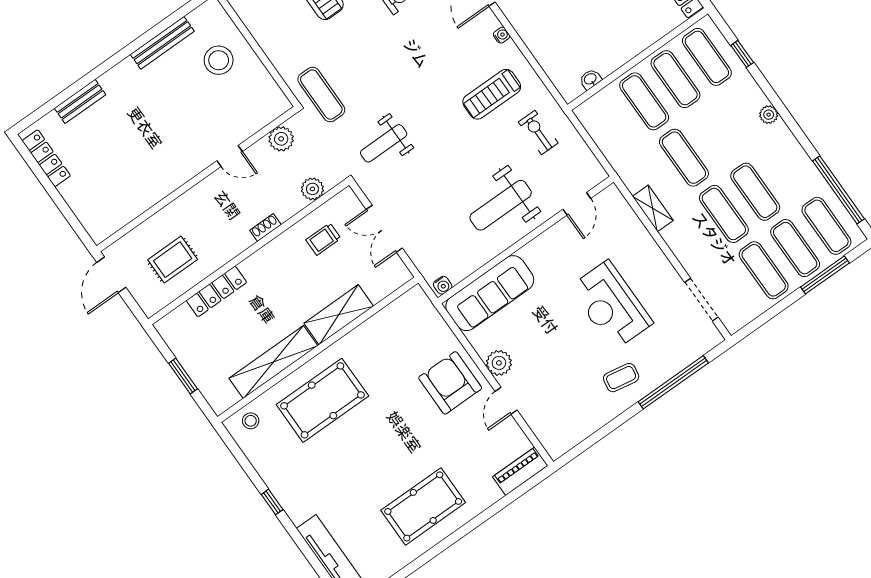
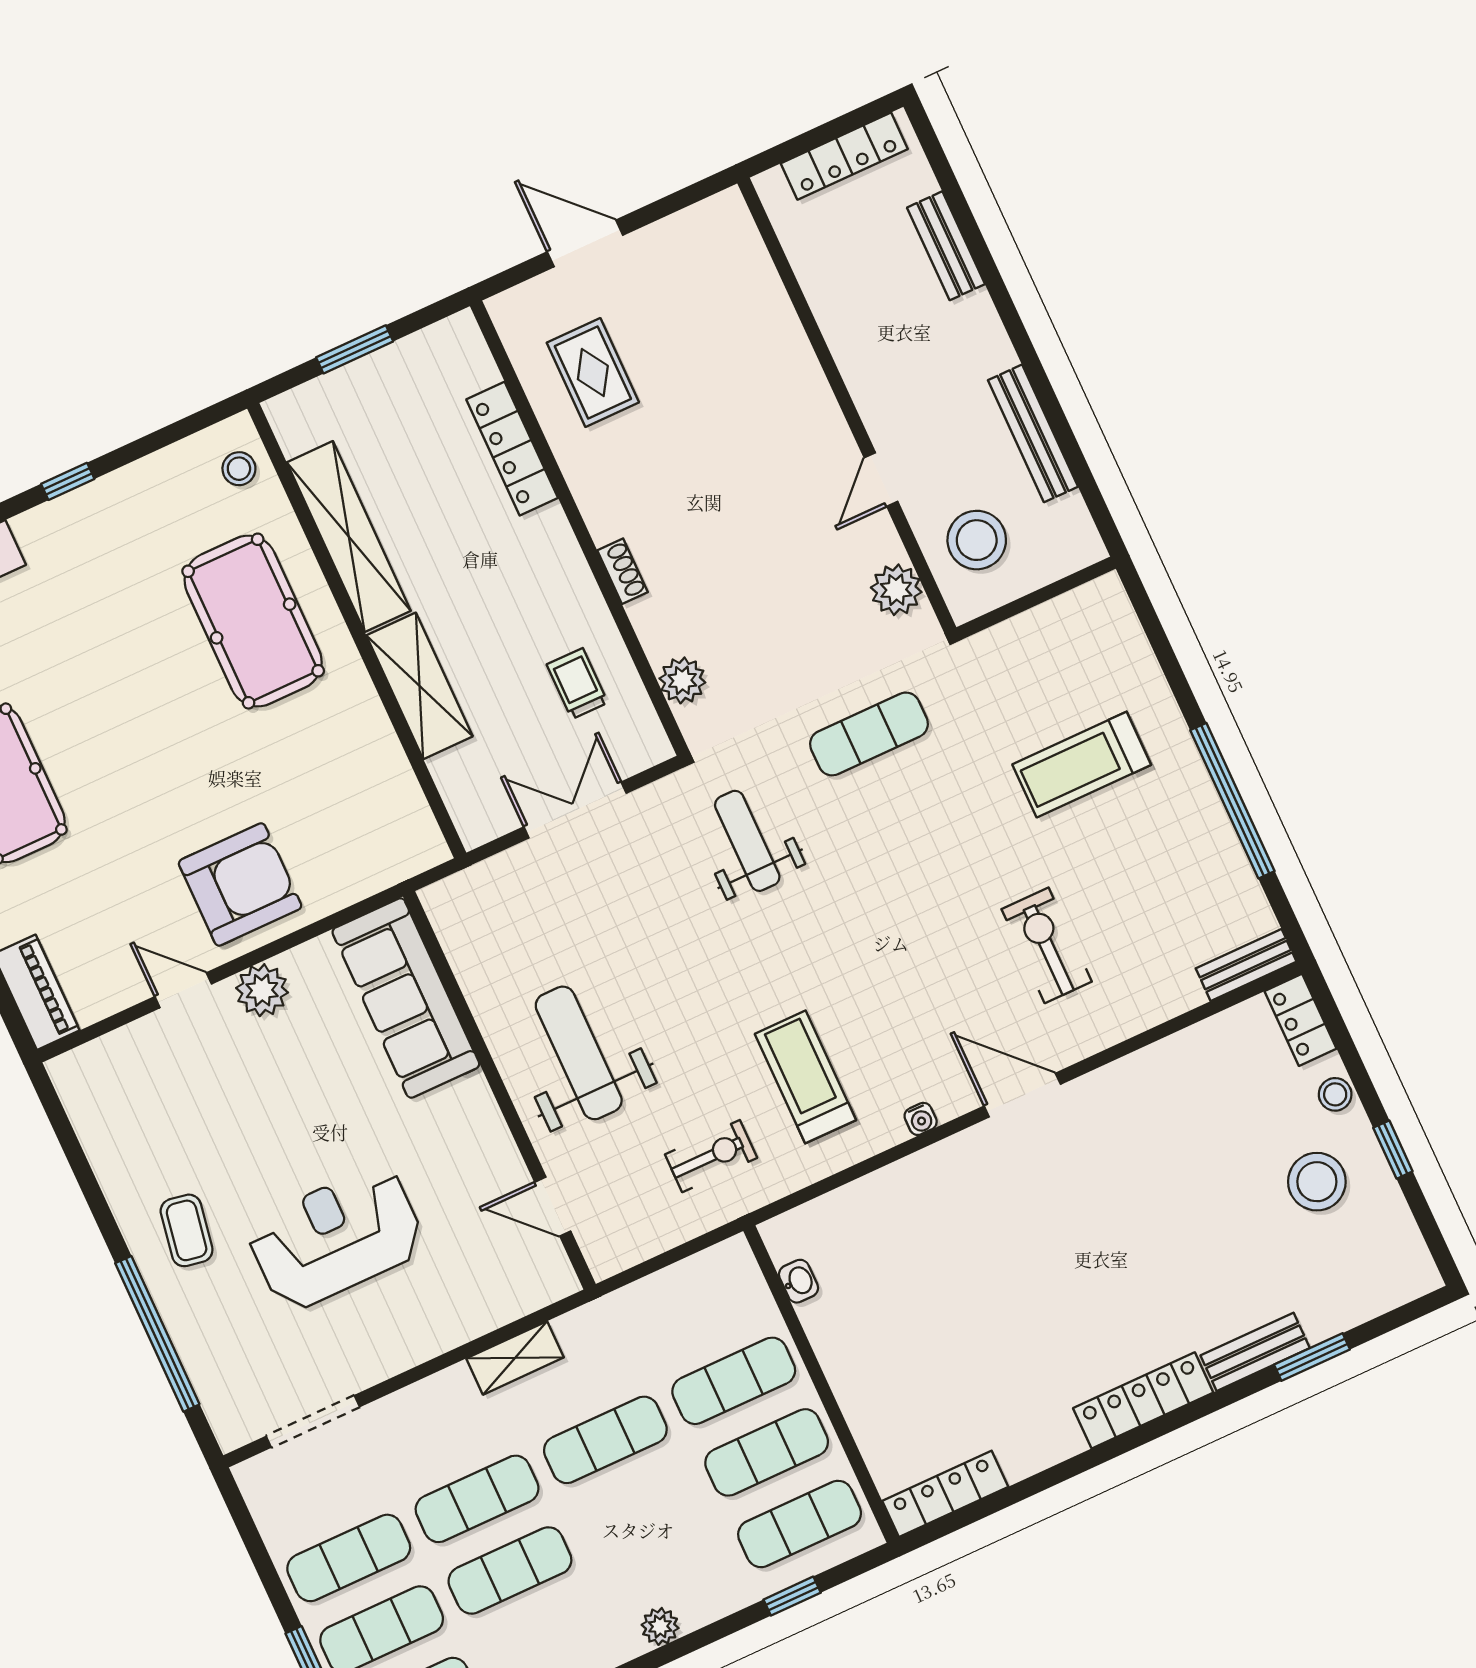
plant: (281, 139) -> (896, 590), moved
door: (230, 156) -> (881, 479), moved
wall: (197, 179) -> (847, 405), moved
water cooler: (443, 285) -> (440, 906), removed

